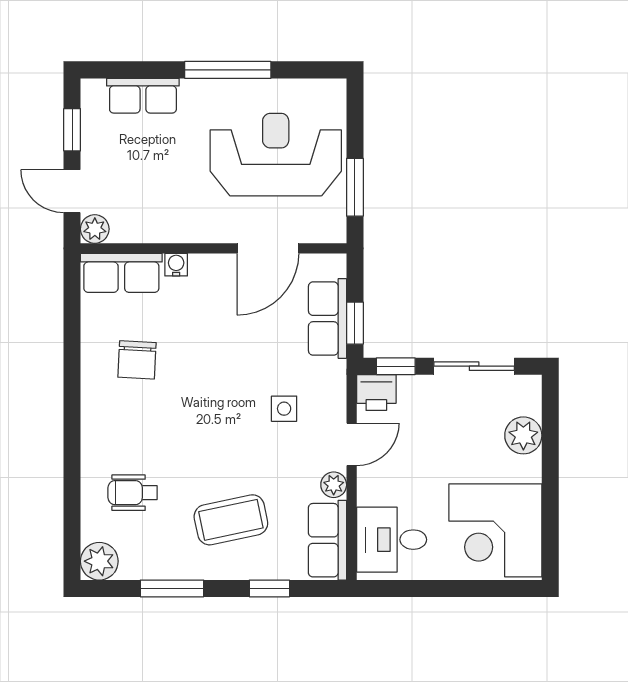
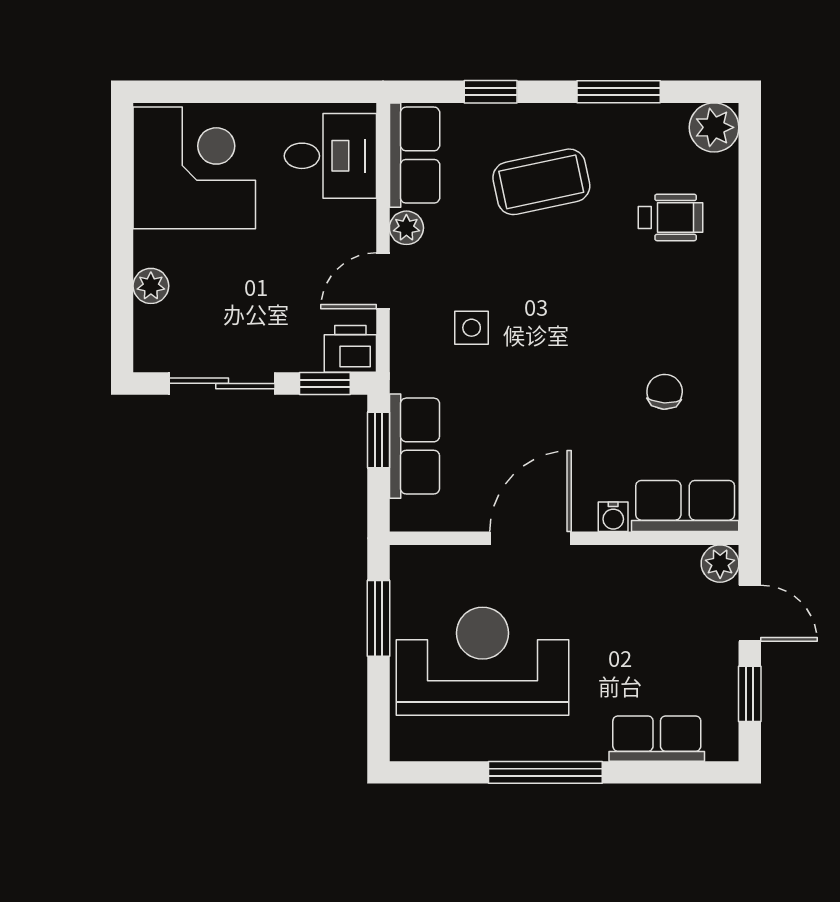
reception desk: (276, 155) -> (482, 661), turned 180
door: (268, 248) -> (530, 538), moved
chair: (137, 360) -> (665, 392), width x0.73, depth x0.73
plant: (523, 435) -> (151, 286), width x0.73, depth x0.73

